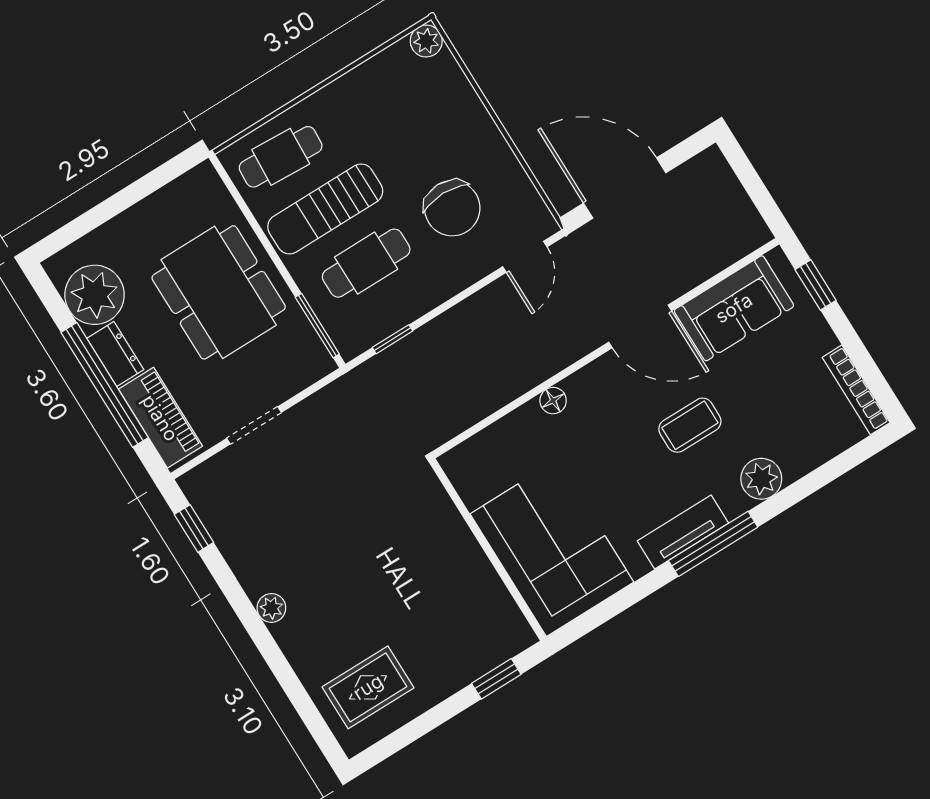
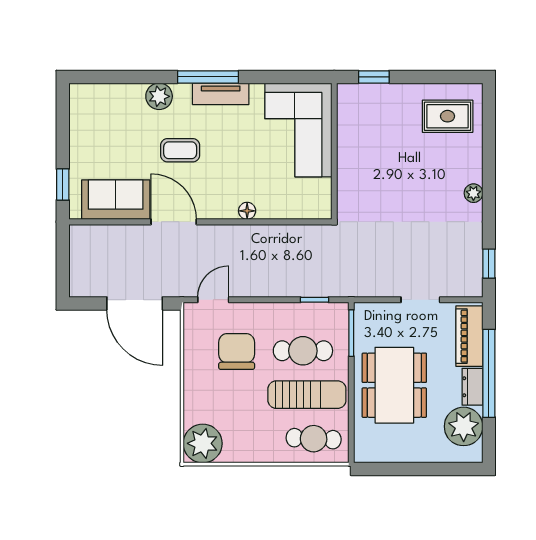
plant: (426, 41) -> (203, 443), width x1.88, depth x1.88
bookcase: (856, 390) -> (76, 113), removed

